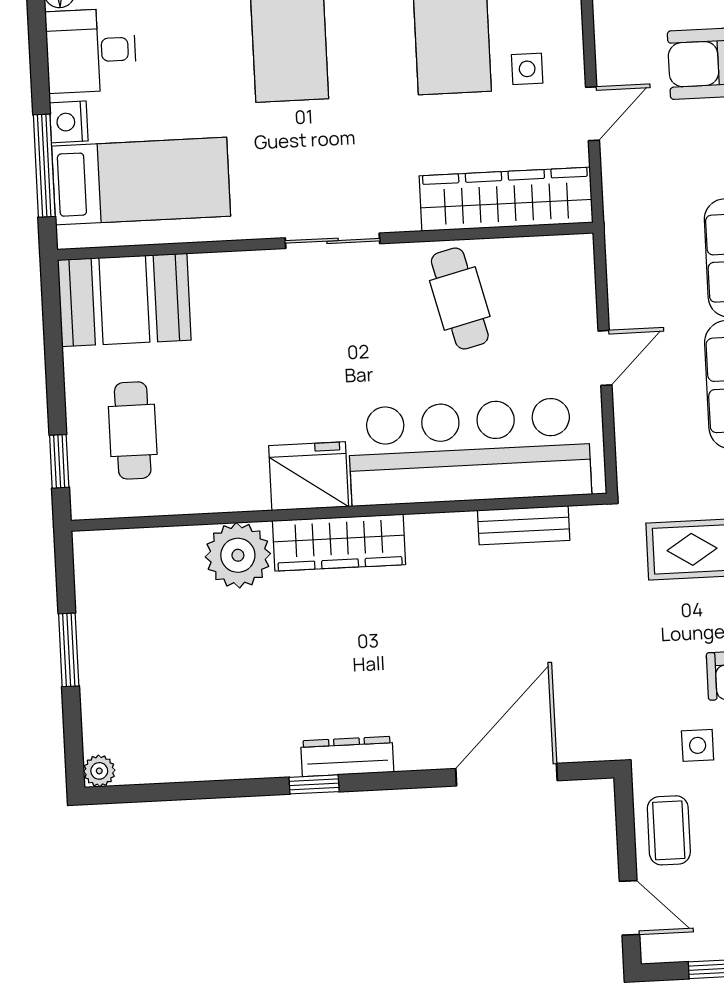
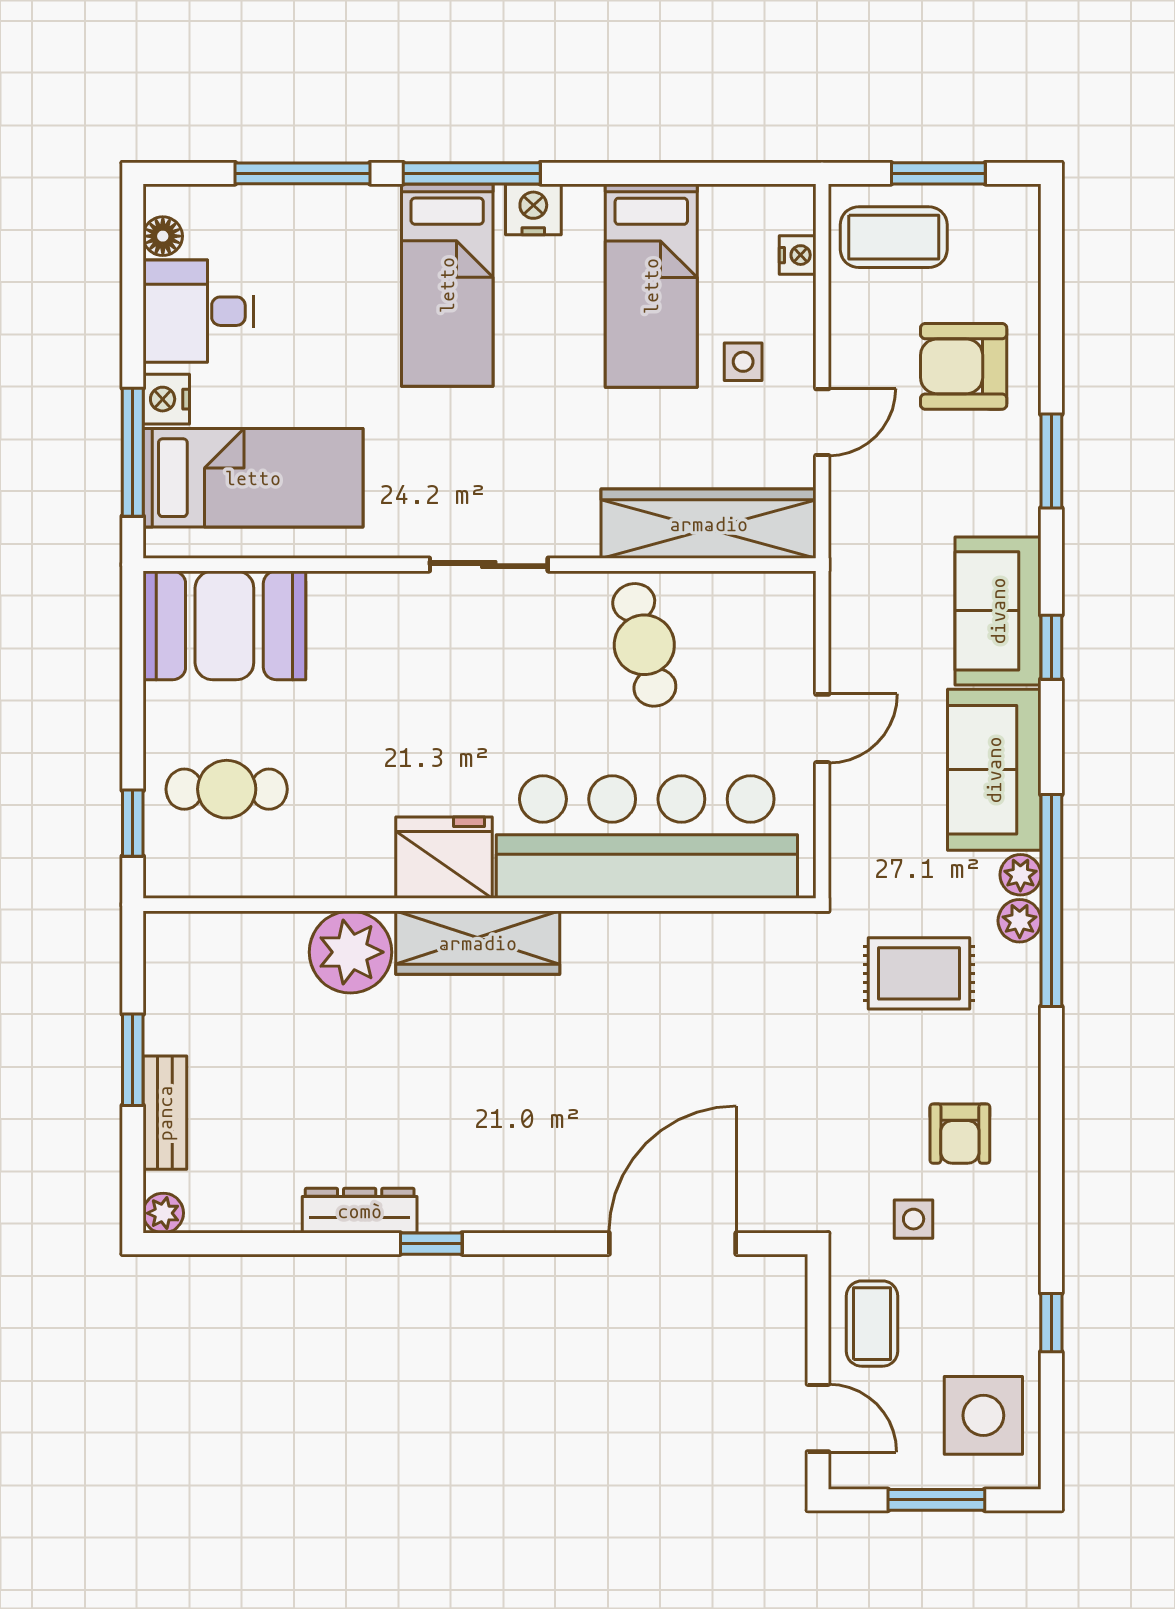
cafe table: (133, 430) -> (227, 789), turned 90
bench: (524, 525) -> (165, 1113), moved, turned 90
dresser: (347, 756) -> (360, 1211), moved

